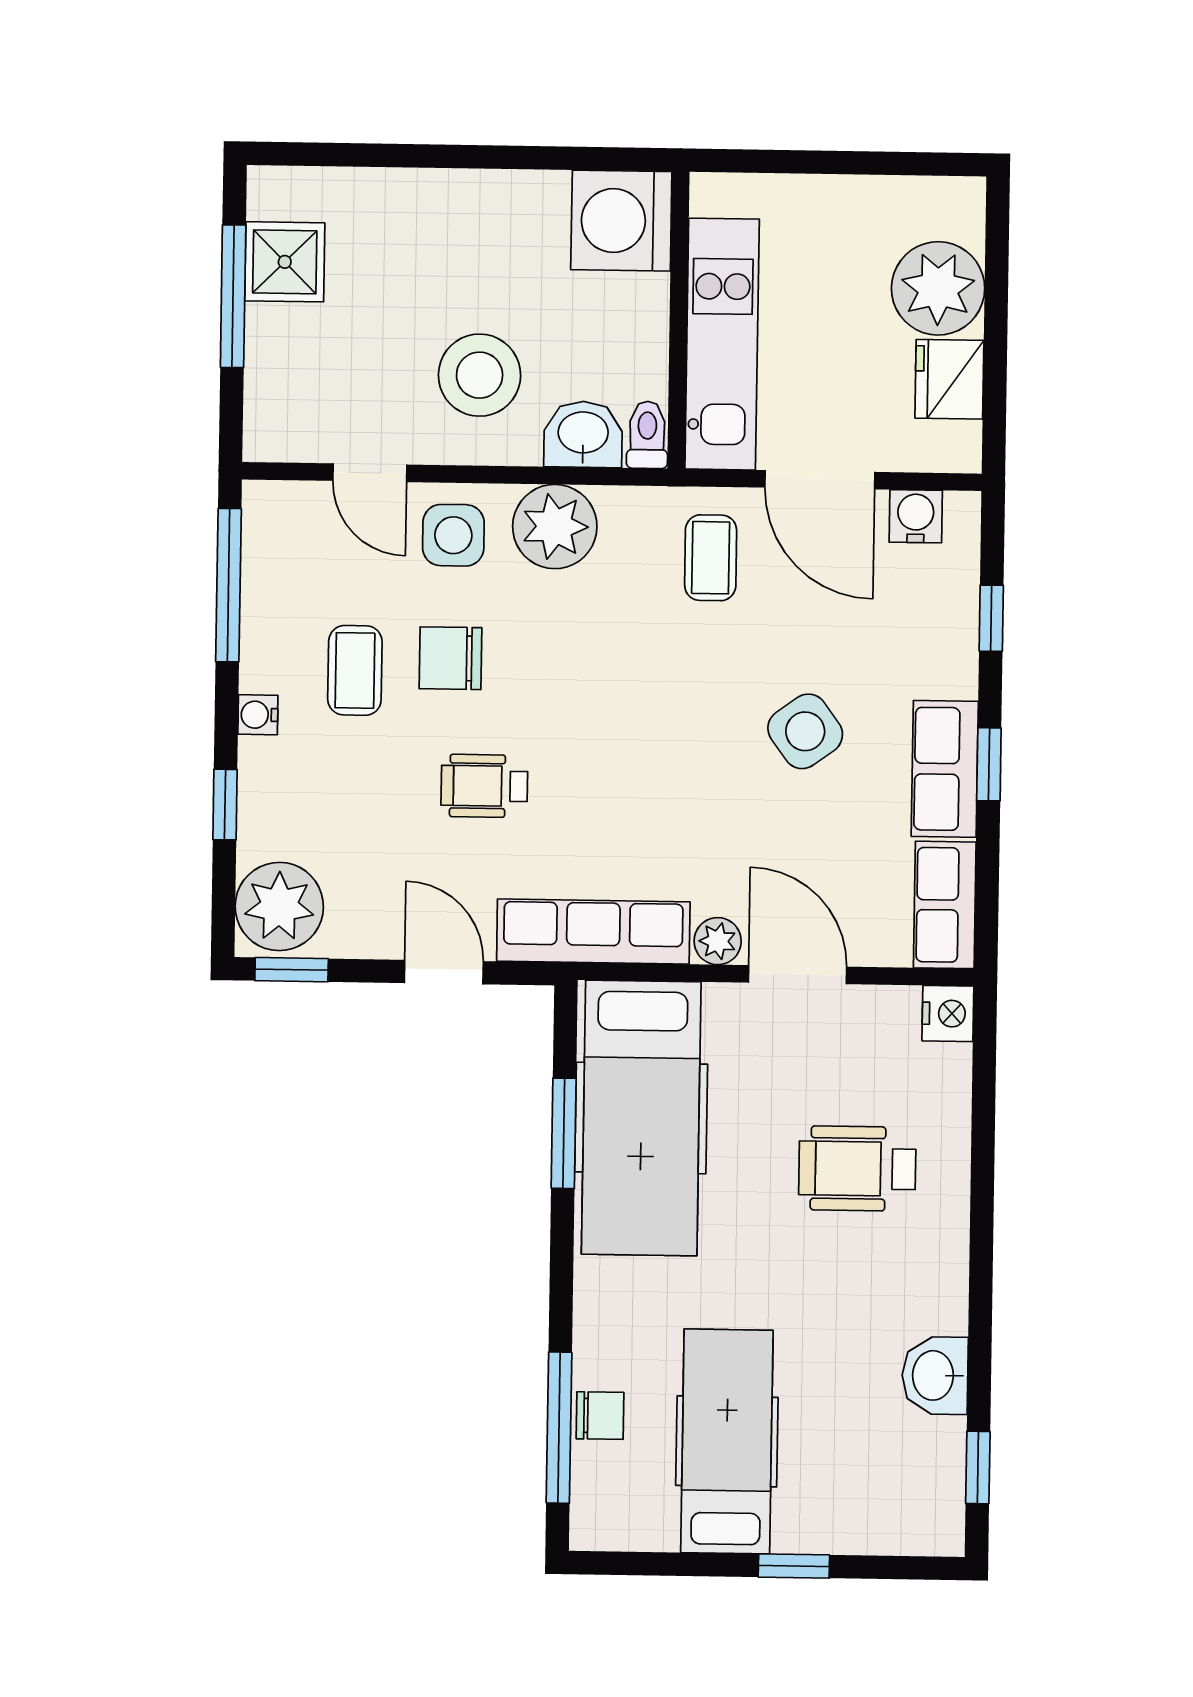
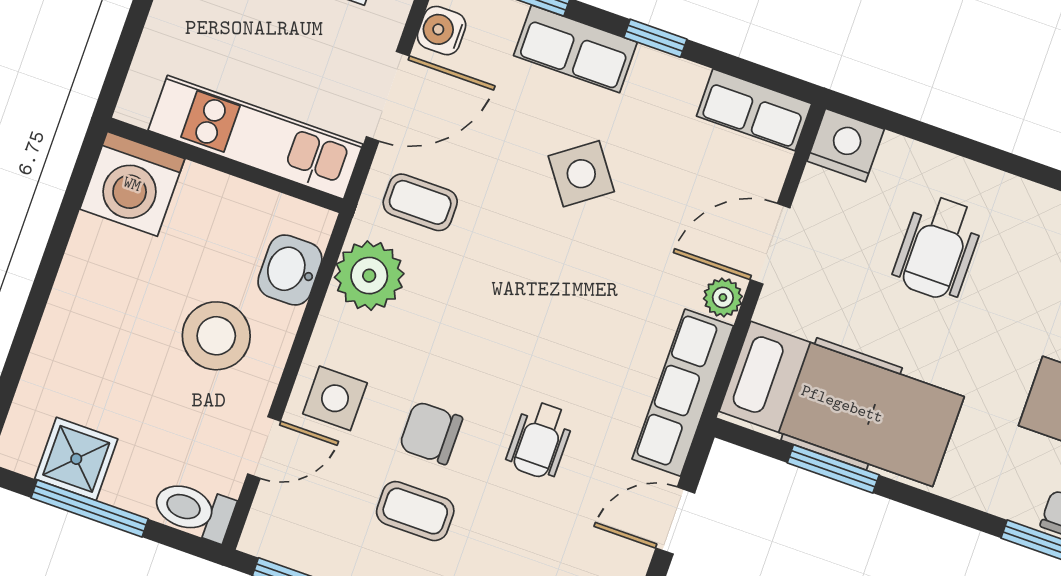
toilet: (647, 435) -> (194, 510), moved, width x1.37, depth x1.39
plant: (555, 527) -> (369, 276), moved
chair: (451, 658) -> (431, 433), turned 90
row of seats: (945, 769) -> (575, 49), moved
nightstand: (948, 1014) -> (846, 145), width x1.36, depth x1.33

